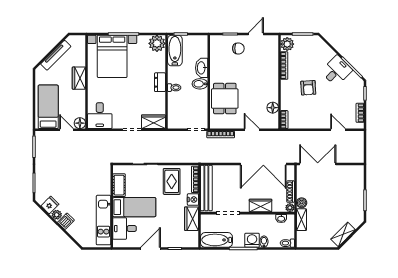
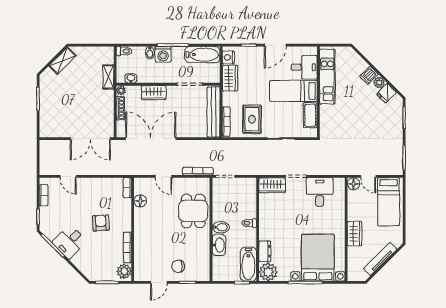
dresser: (160, 82) -> (265, 251), moved
desk: (100, 116) -> (320, 192), moved
nightstand: (193, 200) -> (228, 57), moved
boiler: (302, 203) -> (108, 96), removed

